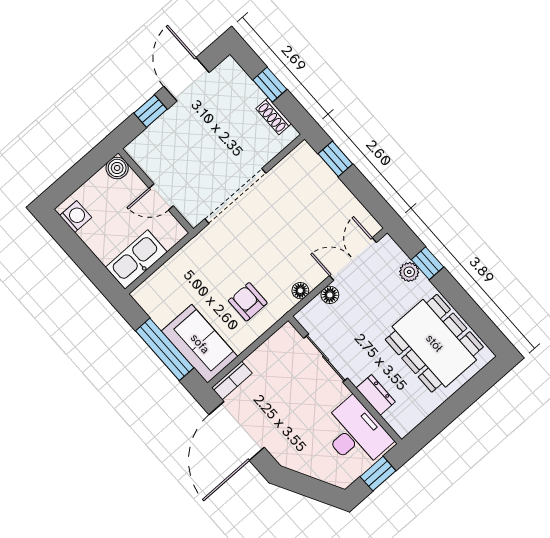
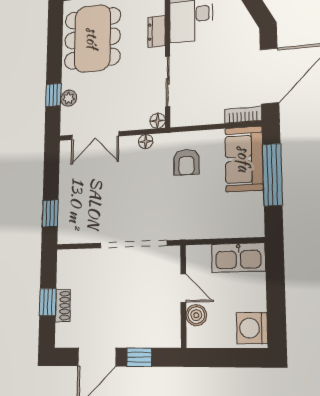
shoe rack: (274, 116) -> (63, 306), moved
boiler: (117, 168) -> (196, 315), moved
washing machine: (76, 216) -> (252, 328), width x1.38, depth x1.38
floor lamp: (330, 295) -> (158, 121), moved

